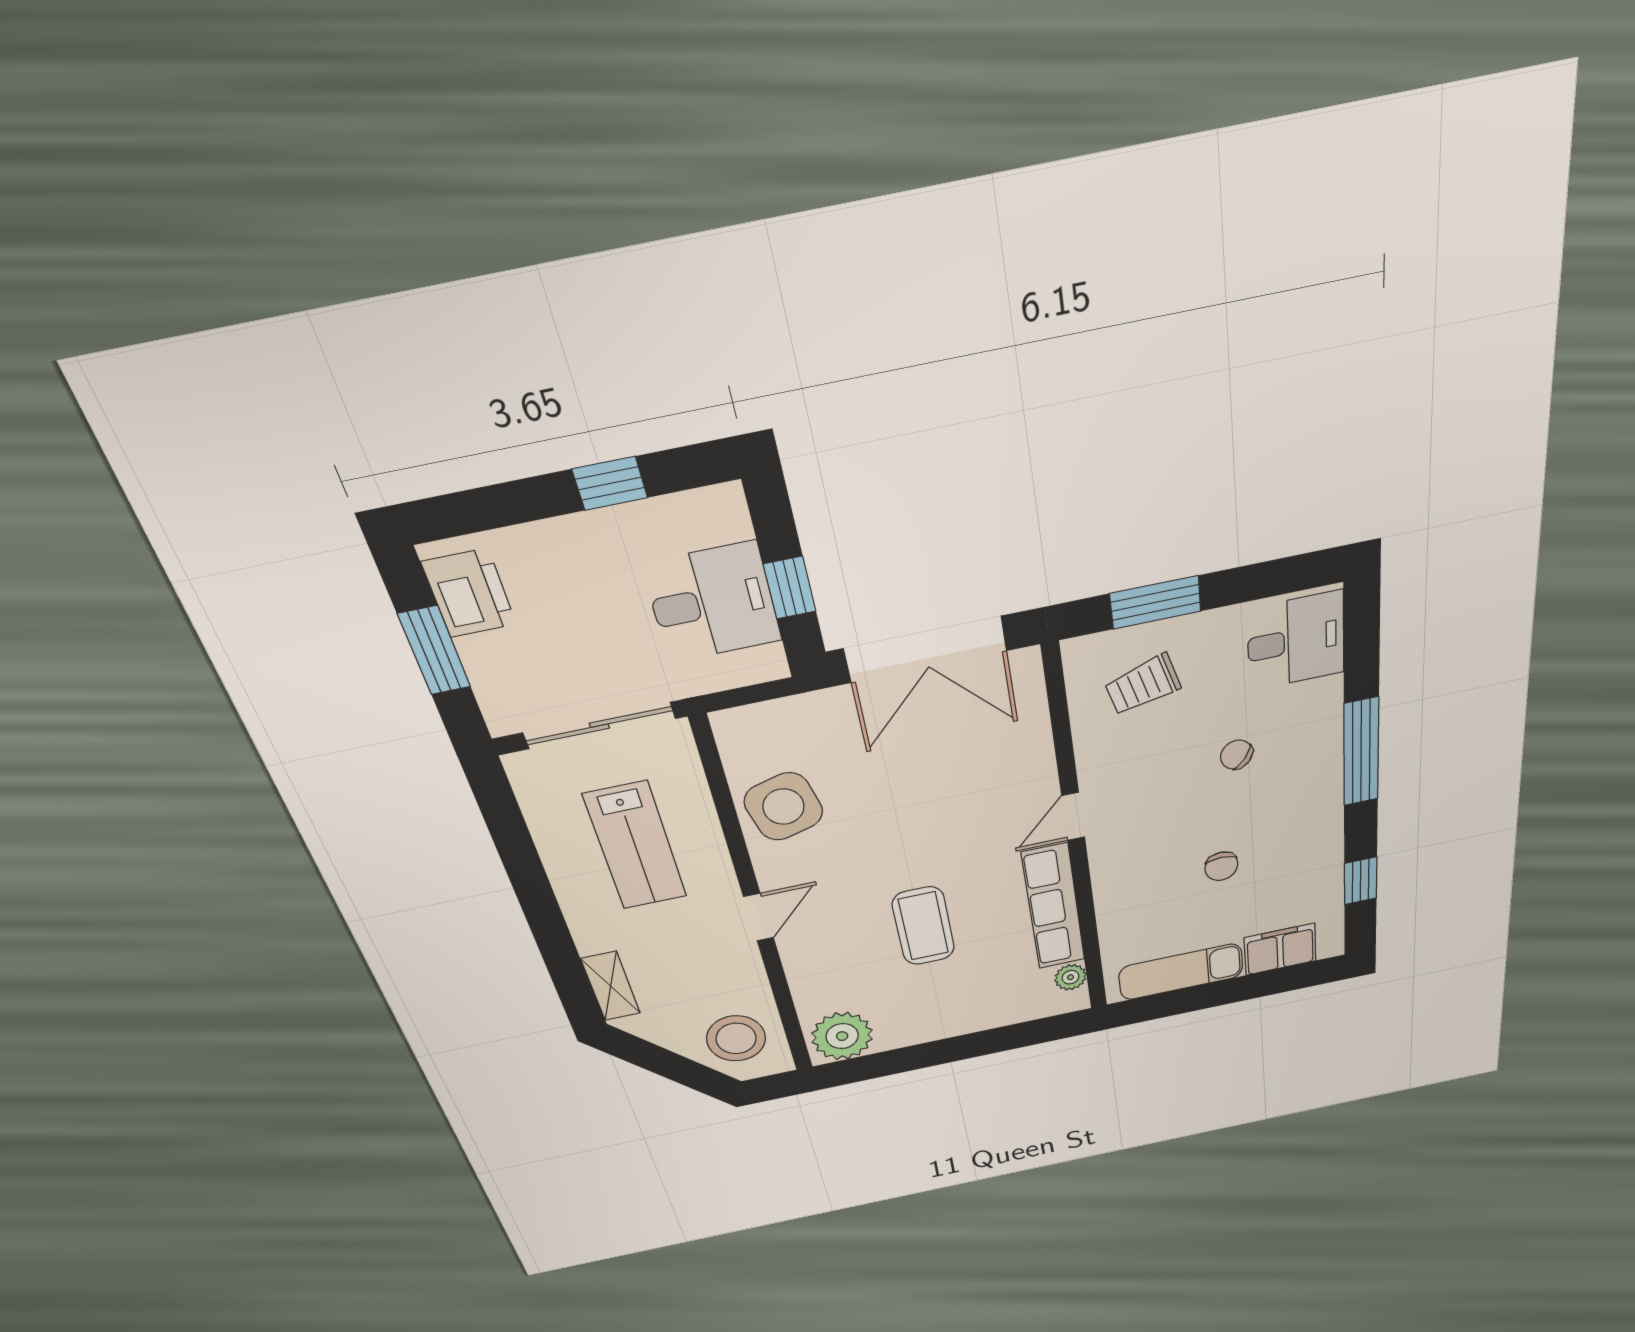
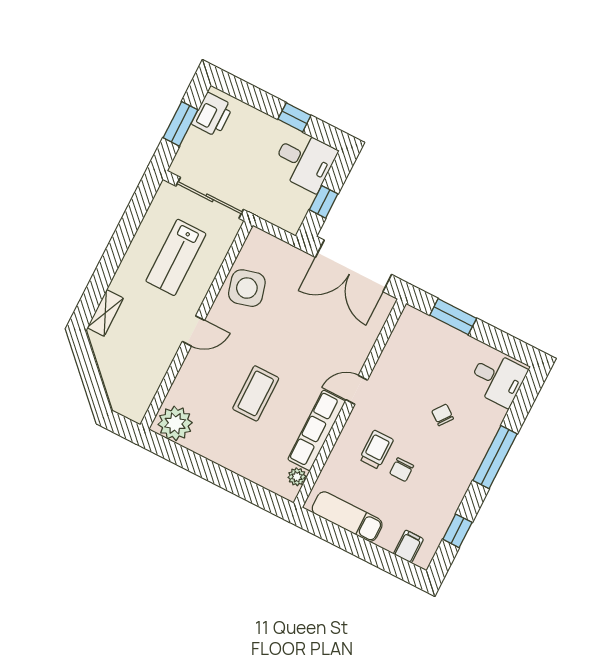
desk: (712, 602) -> (304, 161), moved
trolley: (1143, 685) -> (376, 450), moved, turned 106
filing cabinet: (1280, 949) -> (408, 546), width x0.50
stool: (736, 1038) -> (130, 385), removed

